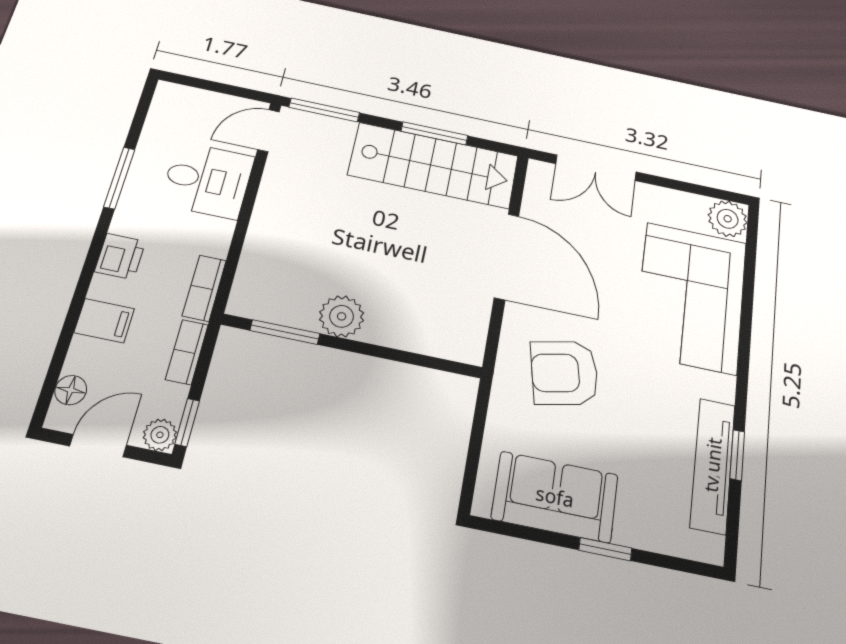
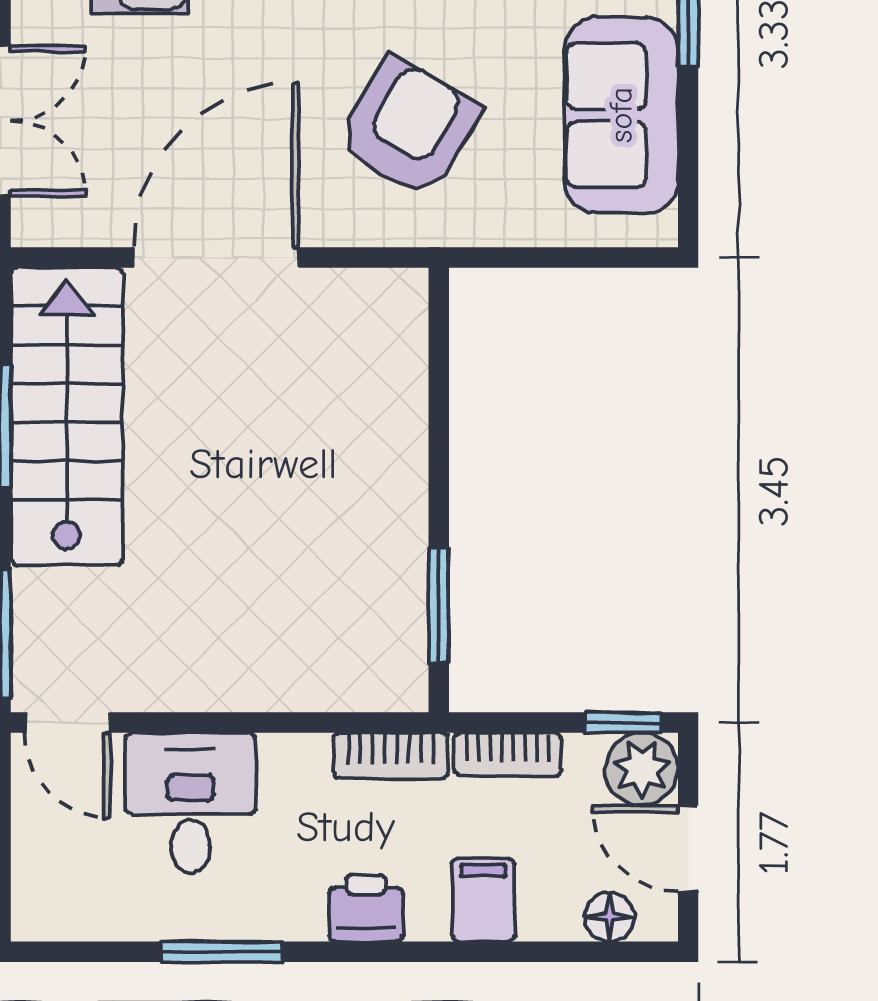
plant: (342, 316) -> (390, 518), removed
armchair: (564, 373) -> (408, 127), turned -138
plant: (160, 435) -> (642, 769), width x1.38, depth x1.38

